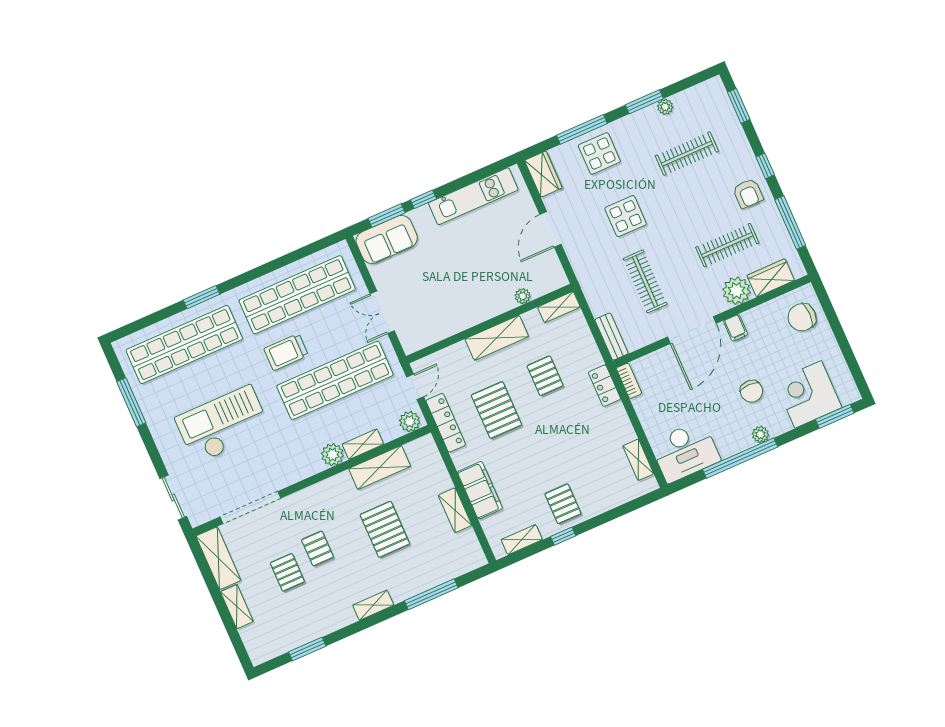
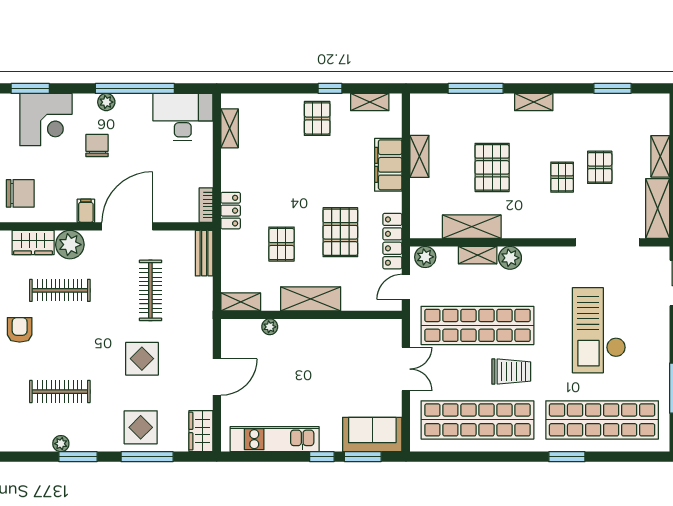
checkout: (223, 425) -> (599, 330), turned 90

